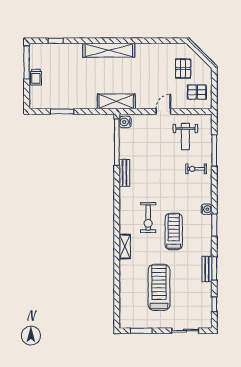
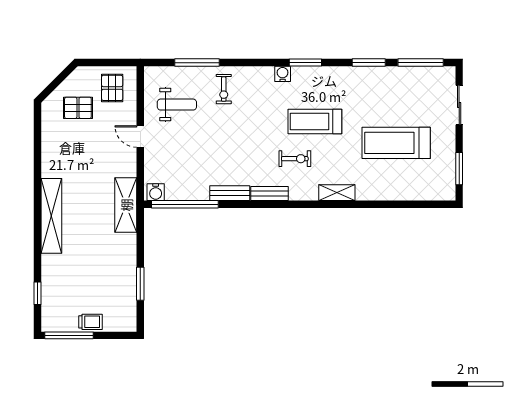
exercise bike: (148, 218) -> (295, 159), width x0.73, depth x0.72
bench: (207, 269) -> (270, 194), moved
window: (214, 304) -> (421, 63), width x2.17

